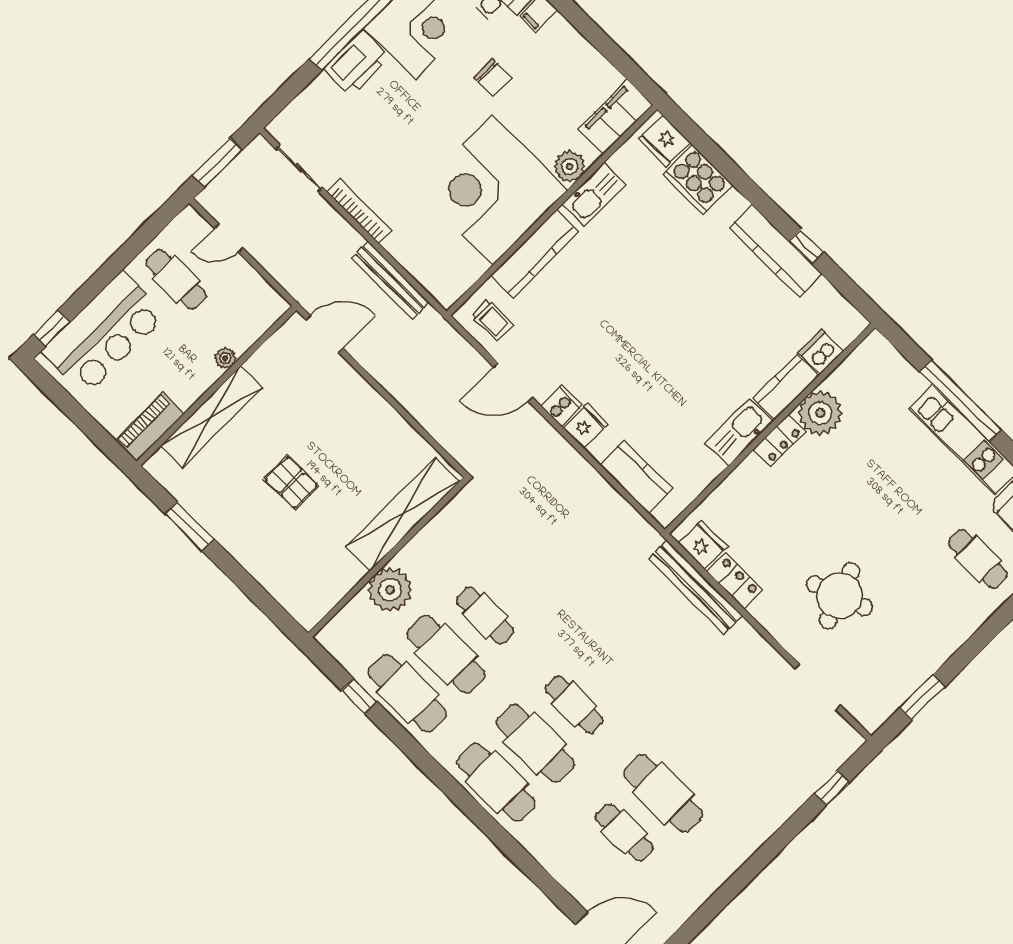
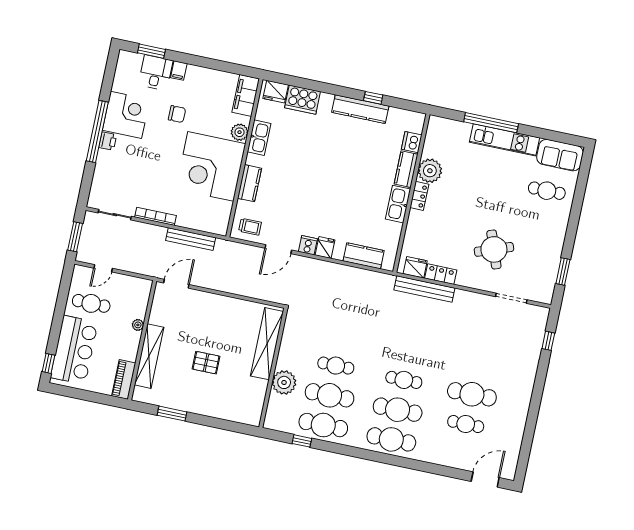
printer: (357, 63) -> (108, 141), width x0.53, depth x0.68
kitchen counter: (534, 254) -> (249, 183), width x0.67

